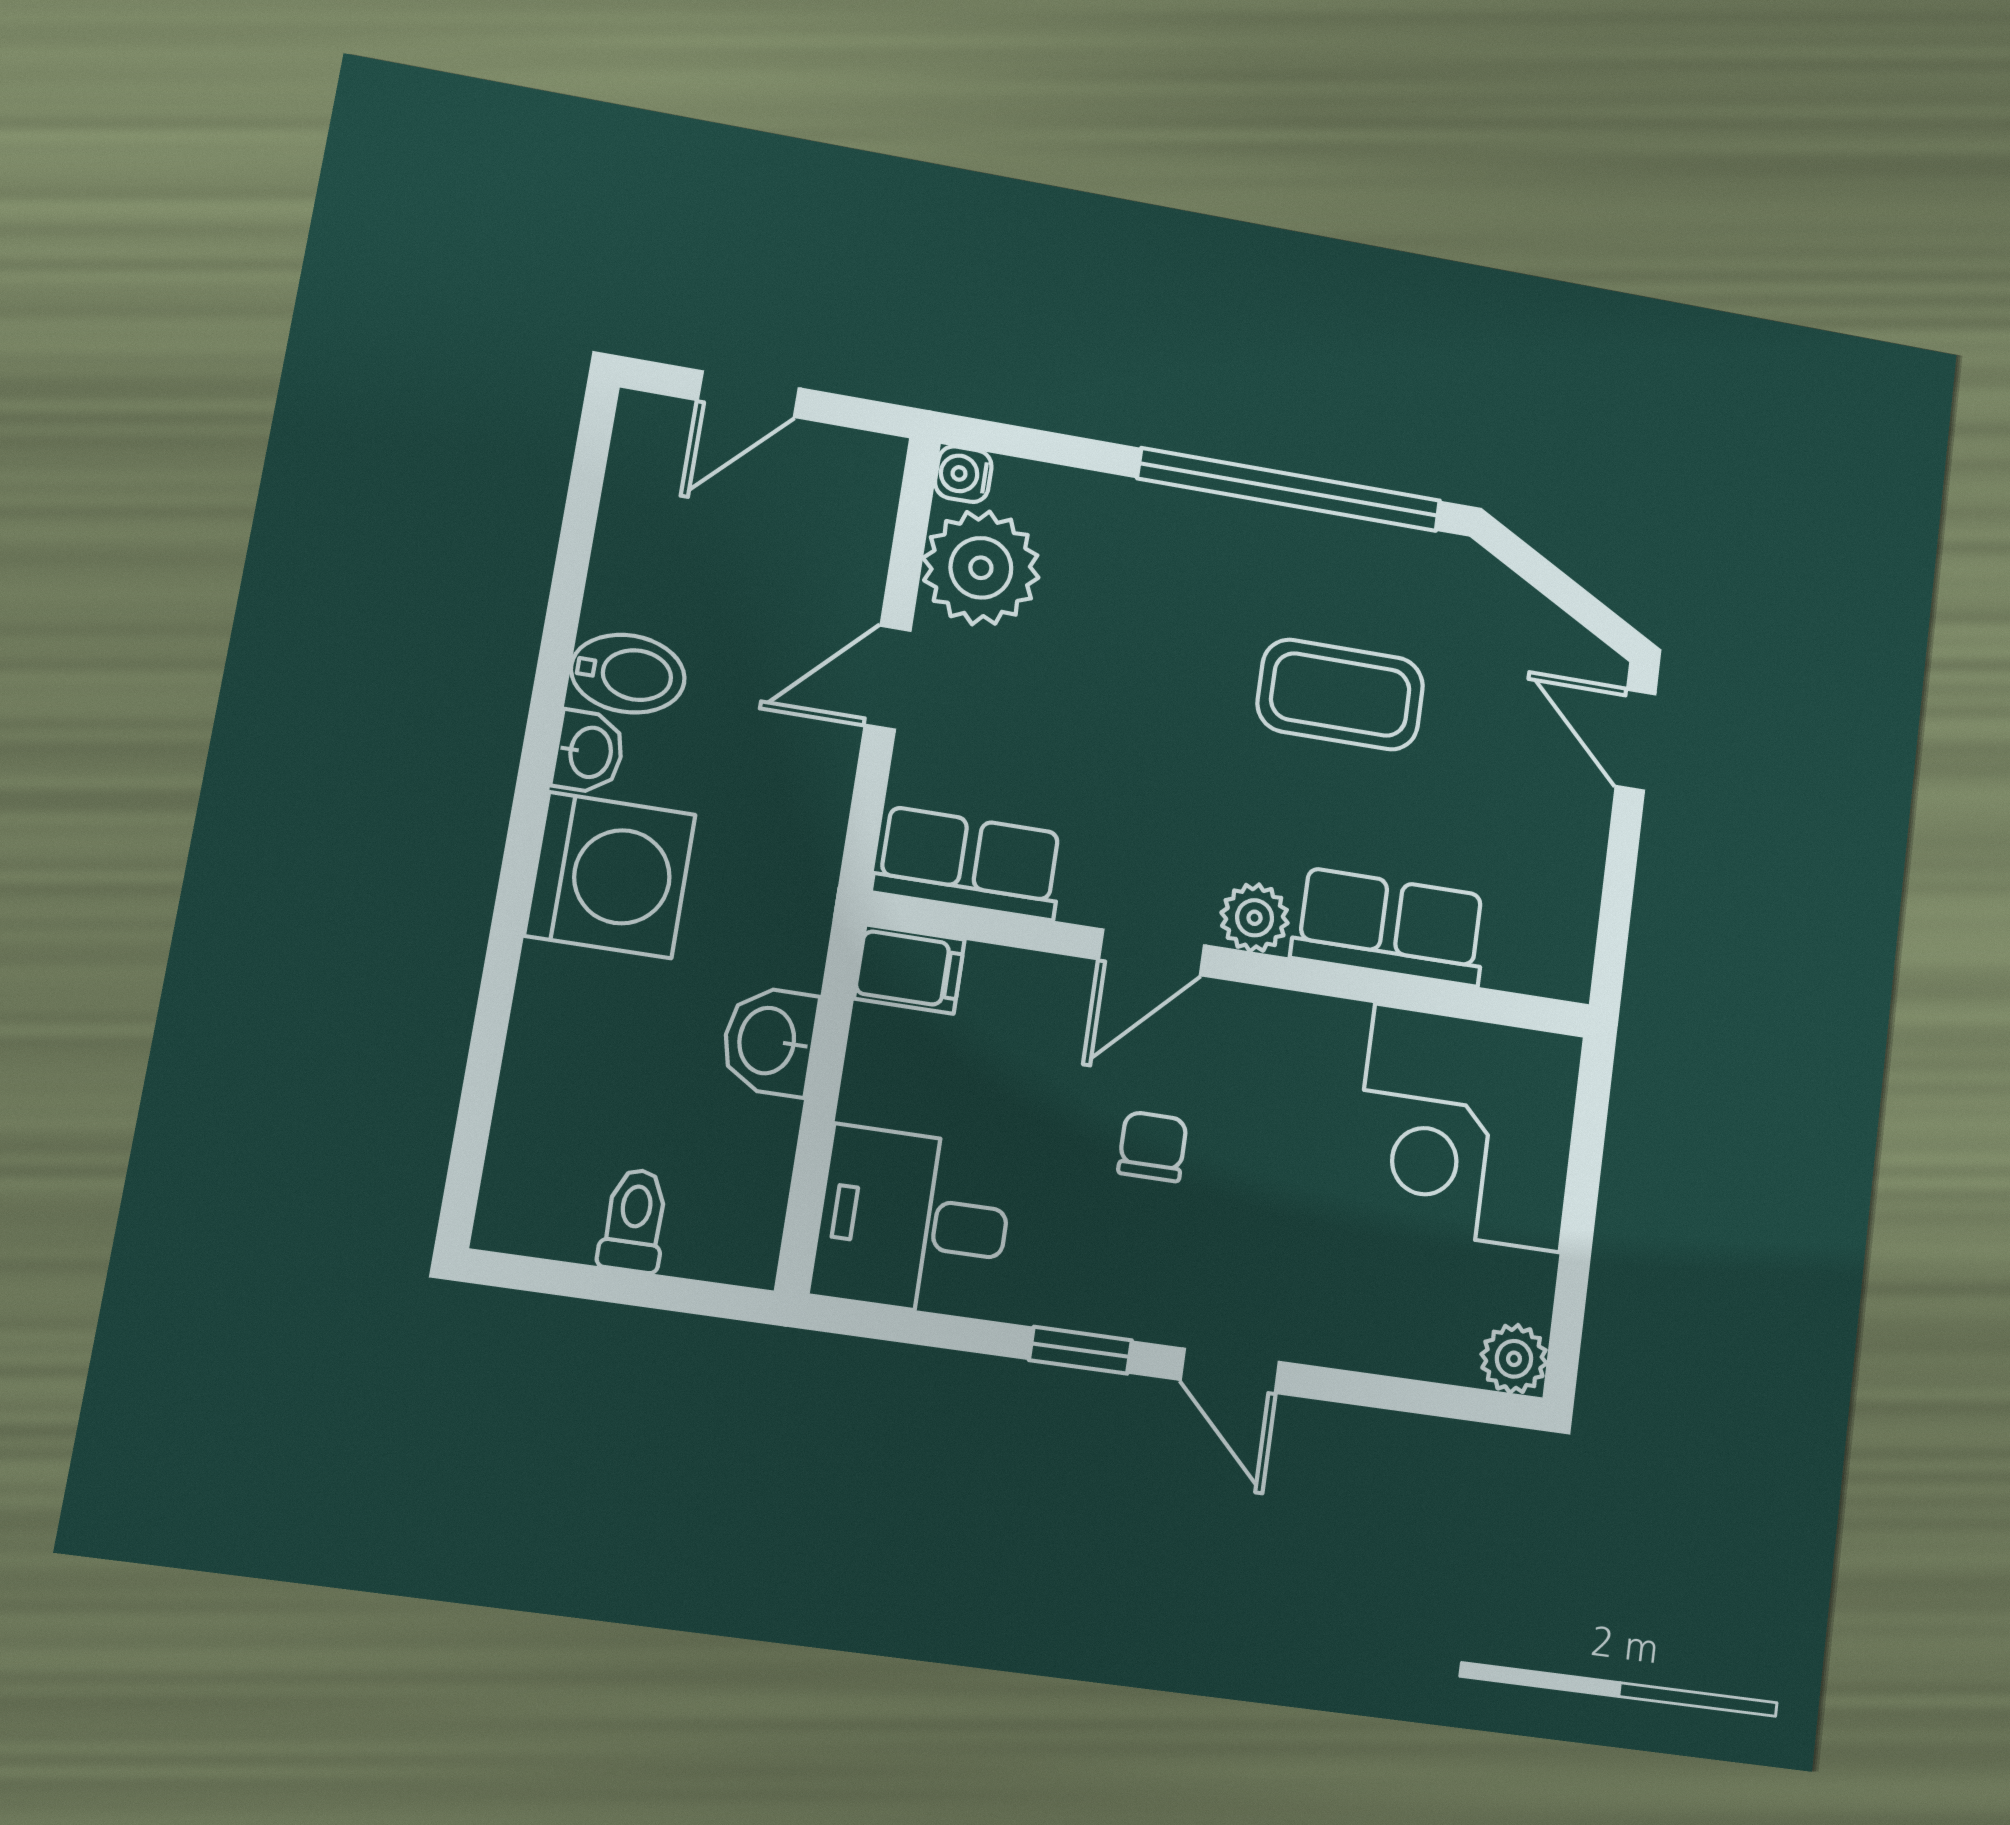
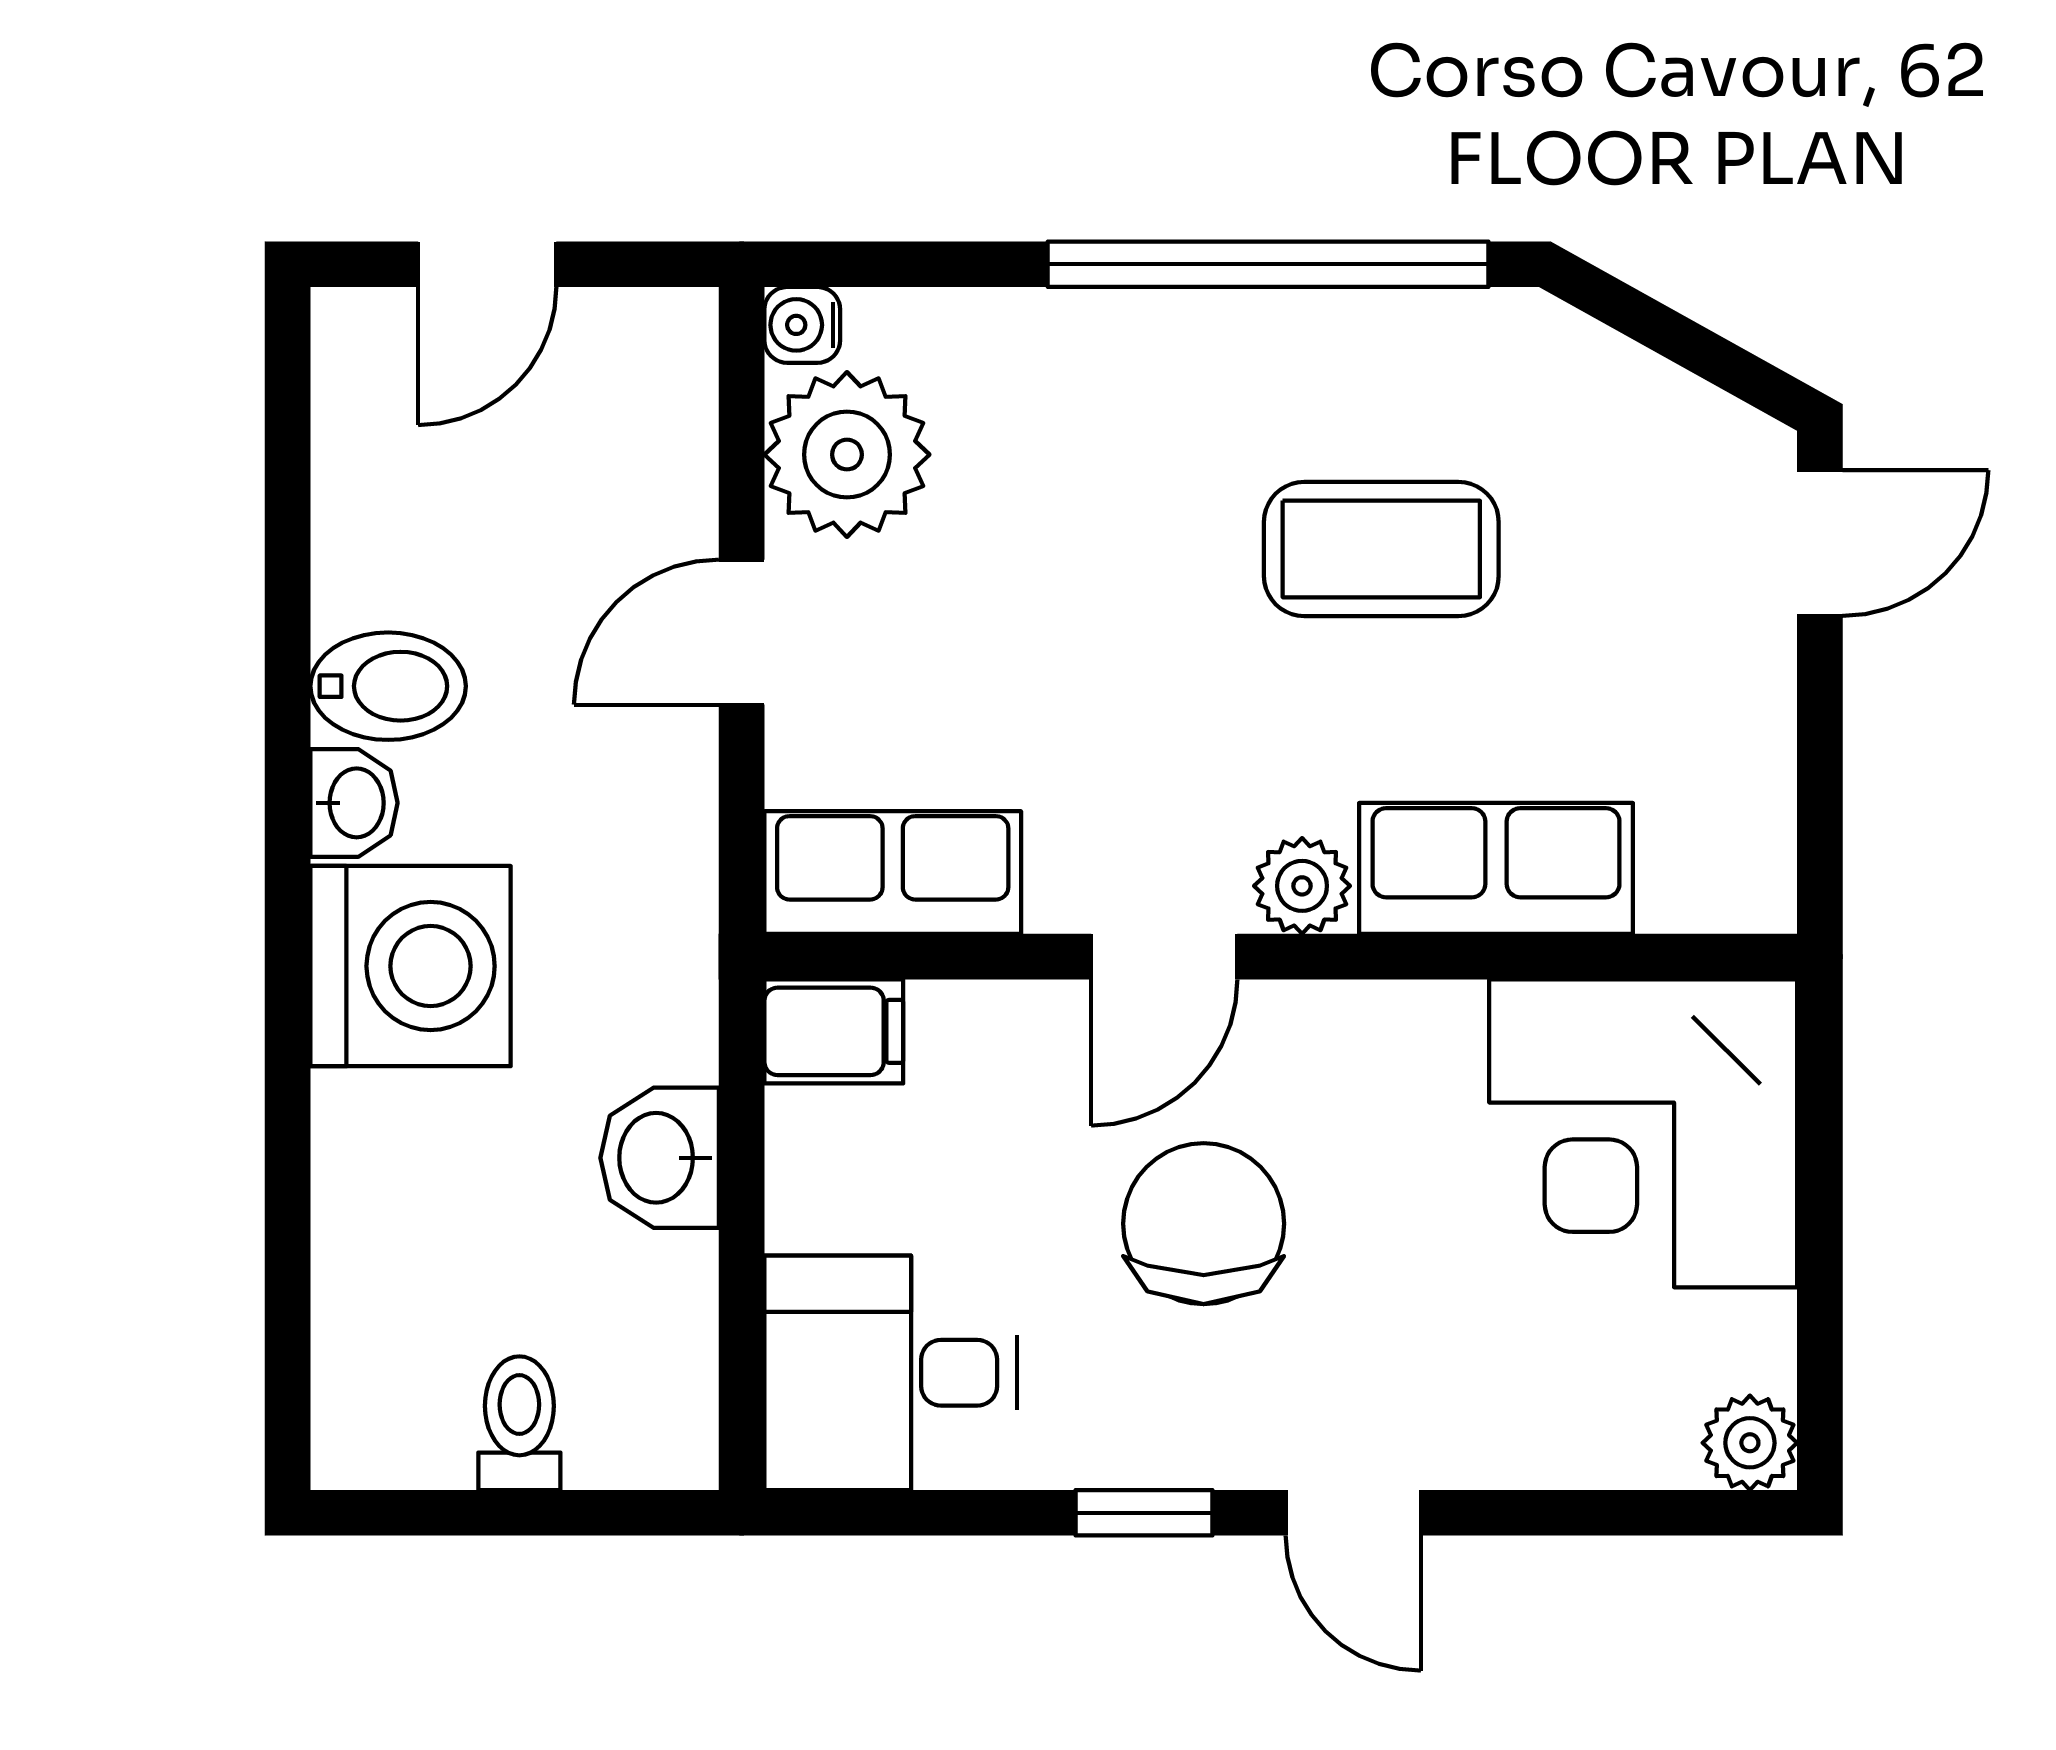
door: (1636, 740) -> (1820, 543), swing flipped
chair: (1153, 1146) -> (1204, 1224), width x1.87, depth x1.87

